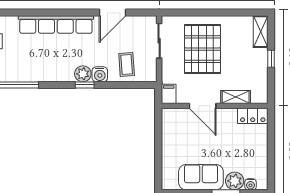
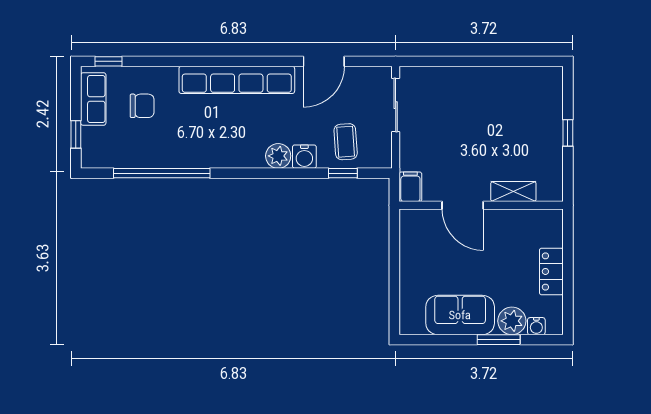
shelving: (261, 32) -> (552, 91), removed
pallet: (202, 49) -> (462, 118), removed
window: (85, 85) -> (343, 173), moved
locker: (253, 116) -> (551, 271), moved, turned 90

